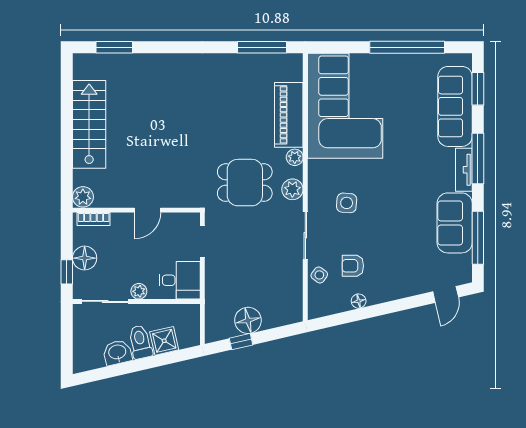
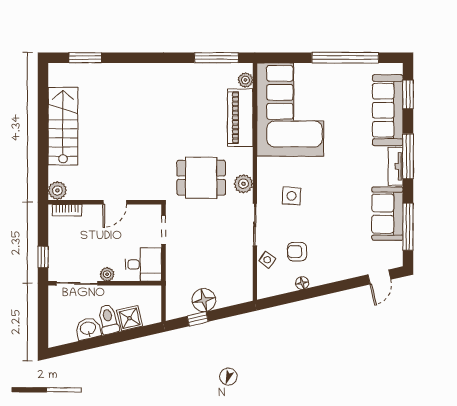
plant: (295, 157) -> (245, 80), moved
floor lamp: (85, 258) -> (59, 245), removed

